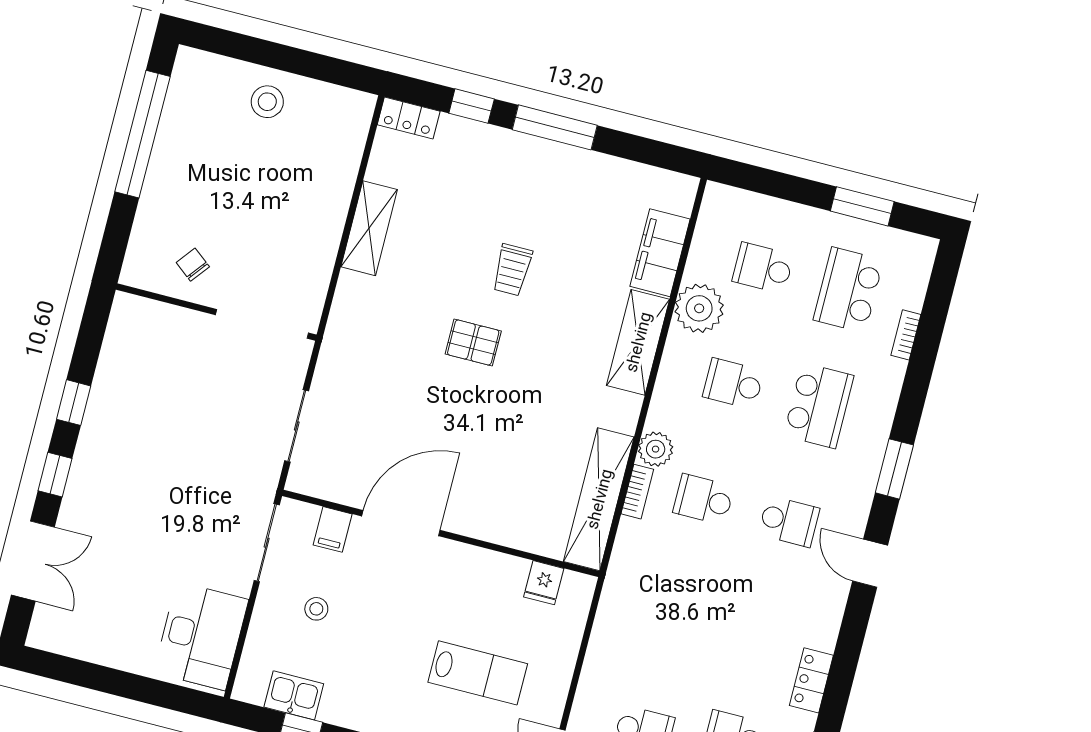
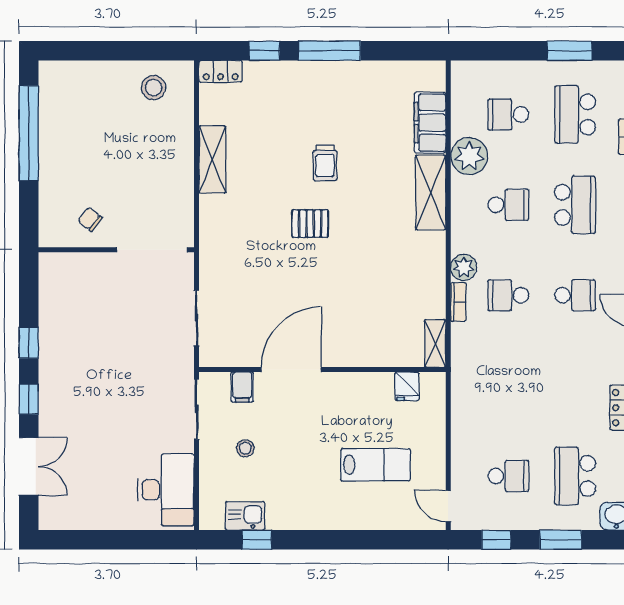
stool: (267, 102) -> (154, 88), moved
school desk: (733, 384) -> (508, 205), turned 180
shelving: (599, 499) -> (435, 343), width x0.45, depth x0.75

